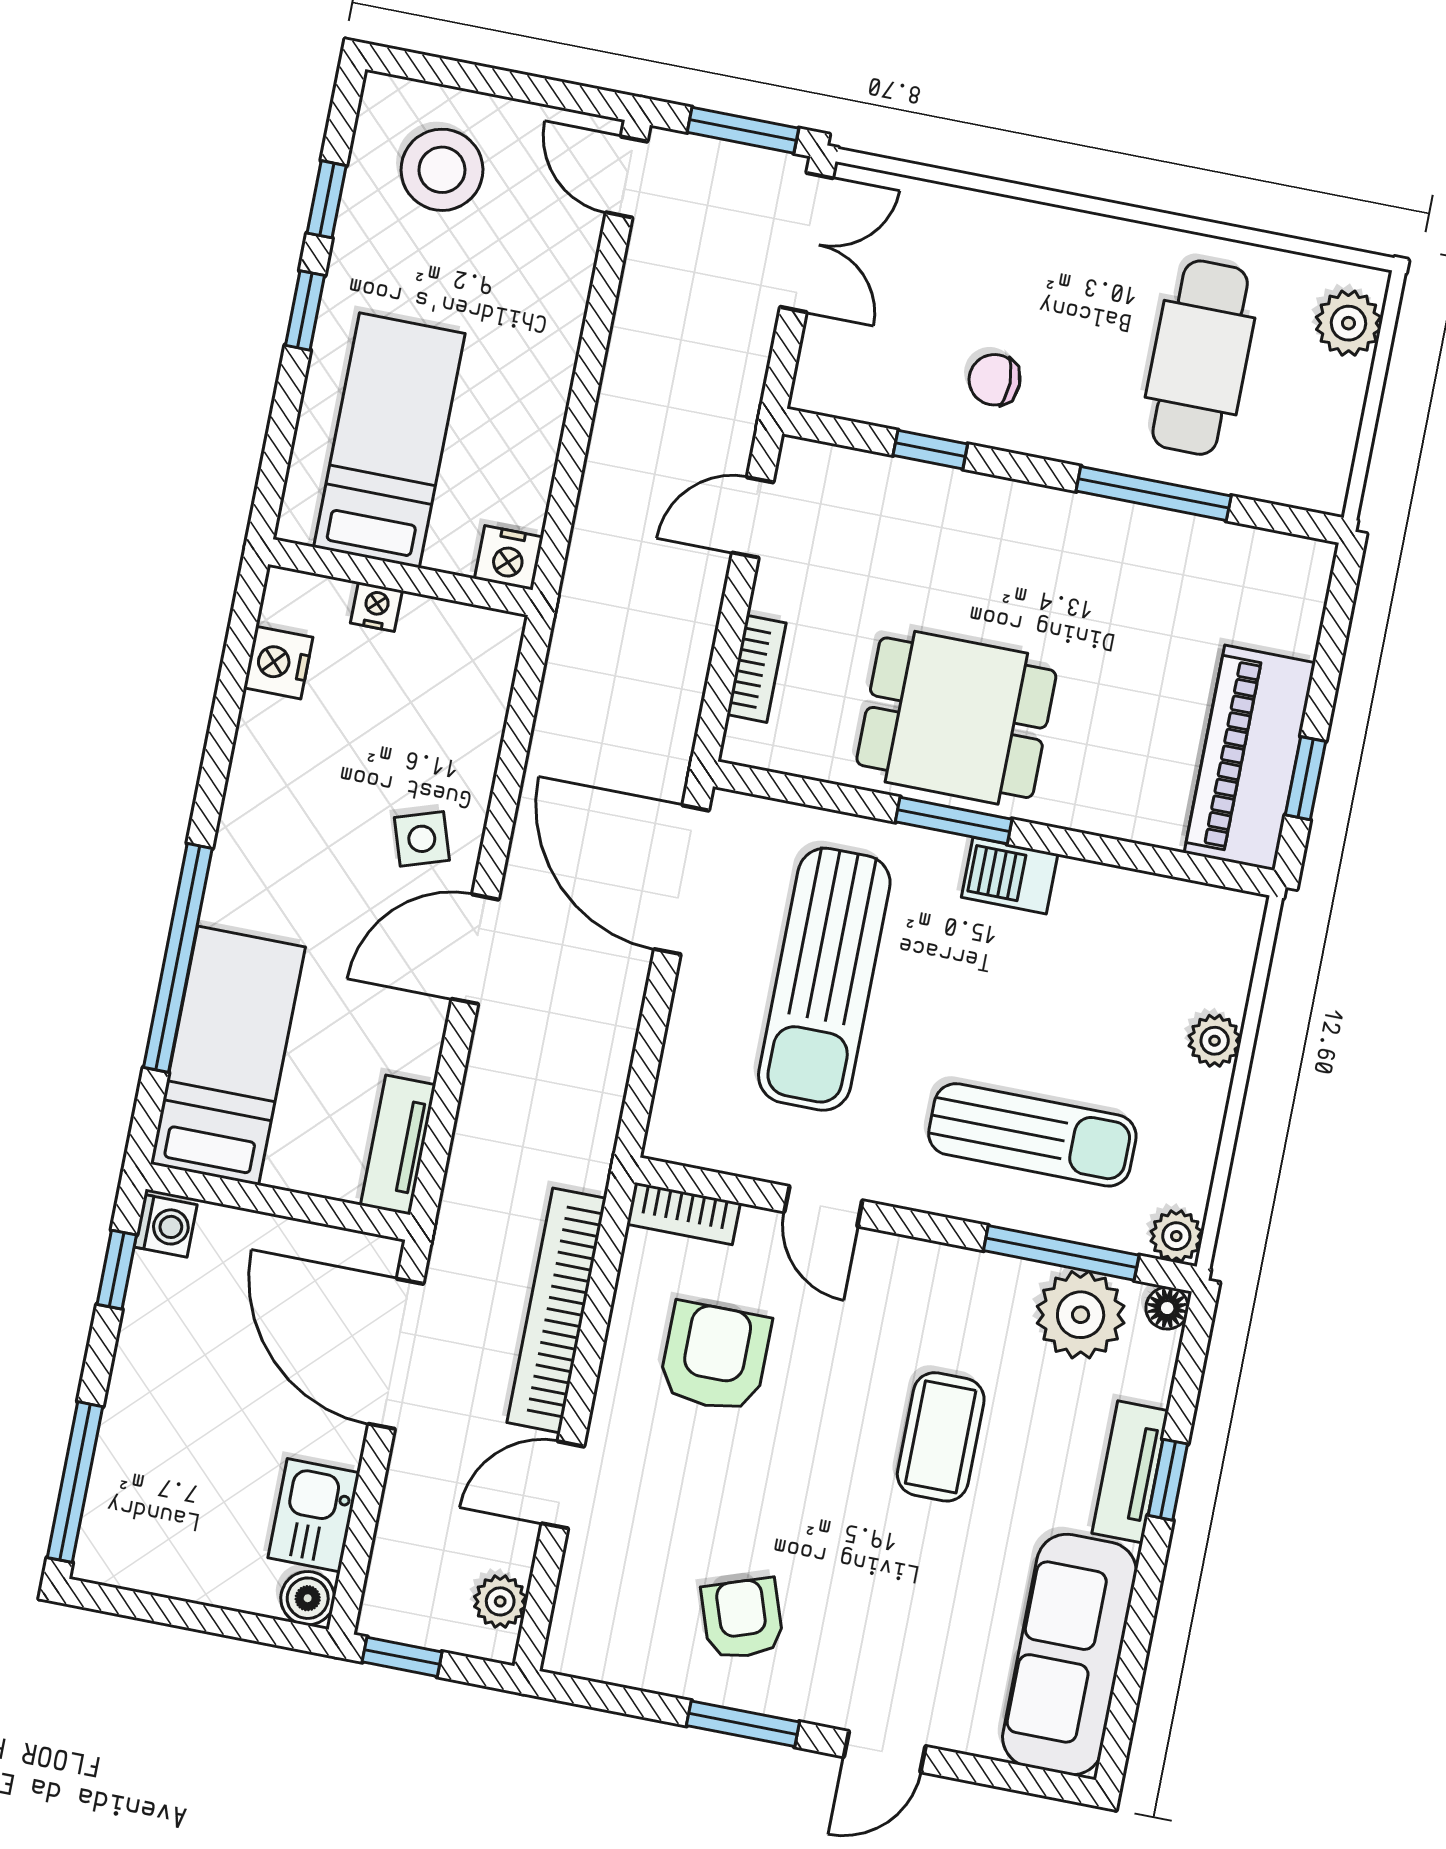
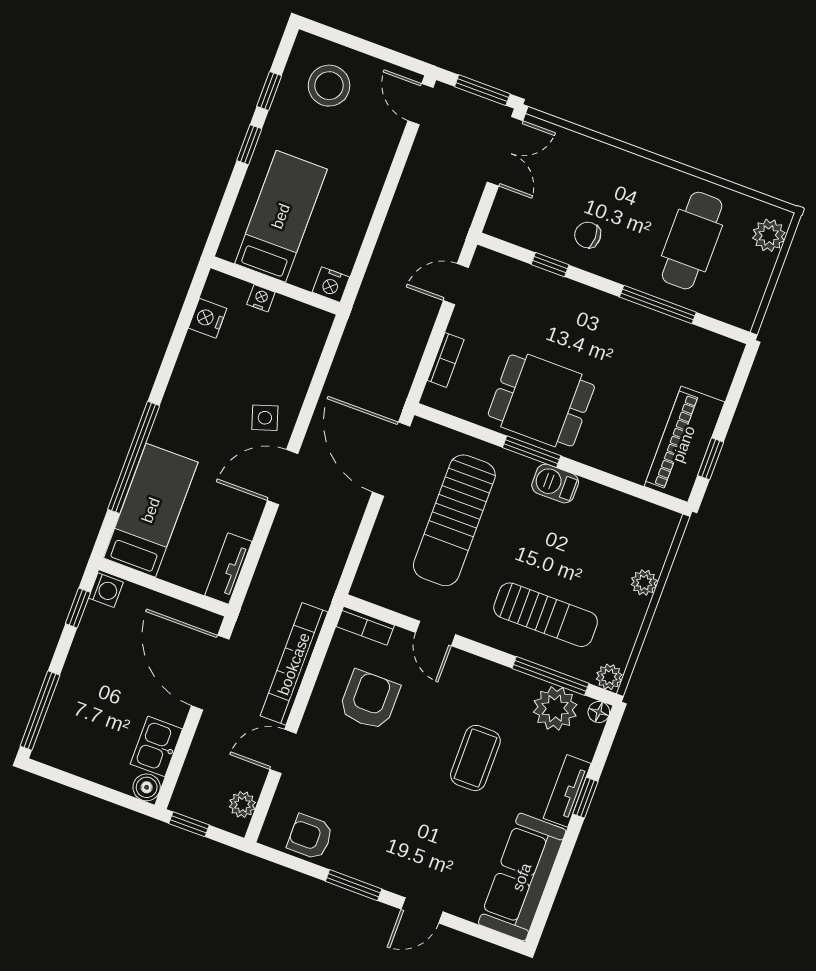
armchair: (742, 1619) -> (310, 837), moved, turned -71

